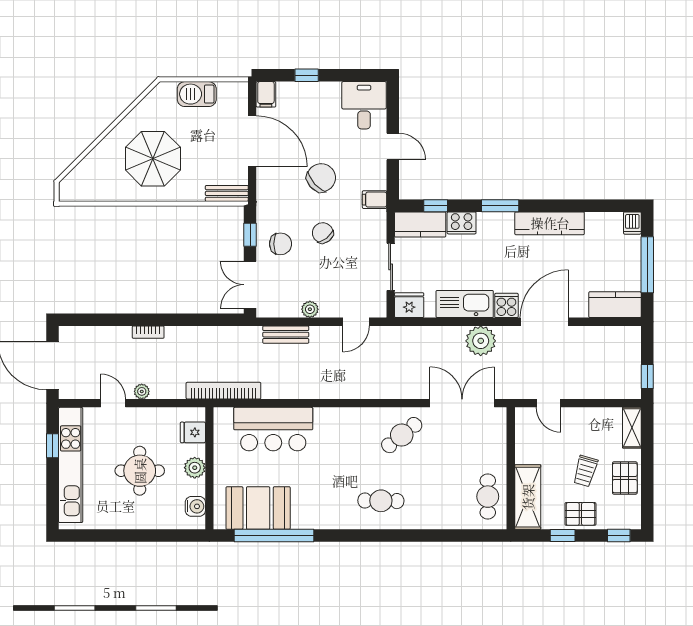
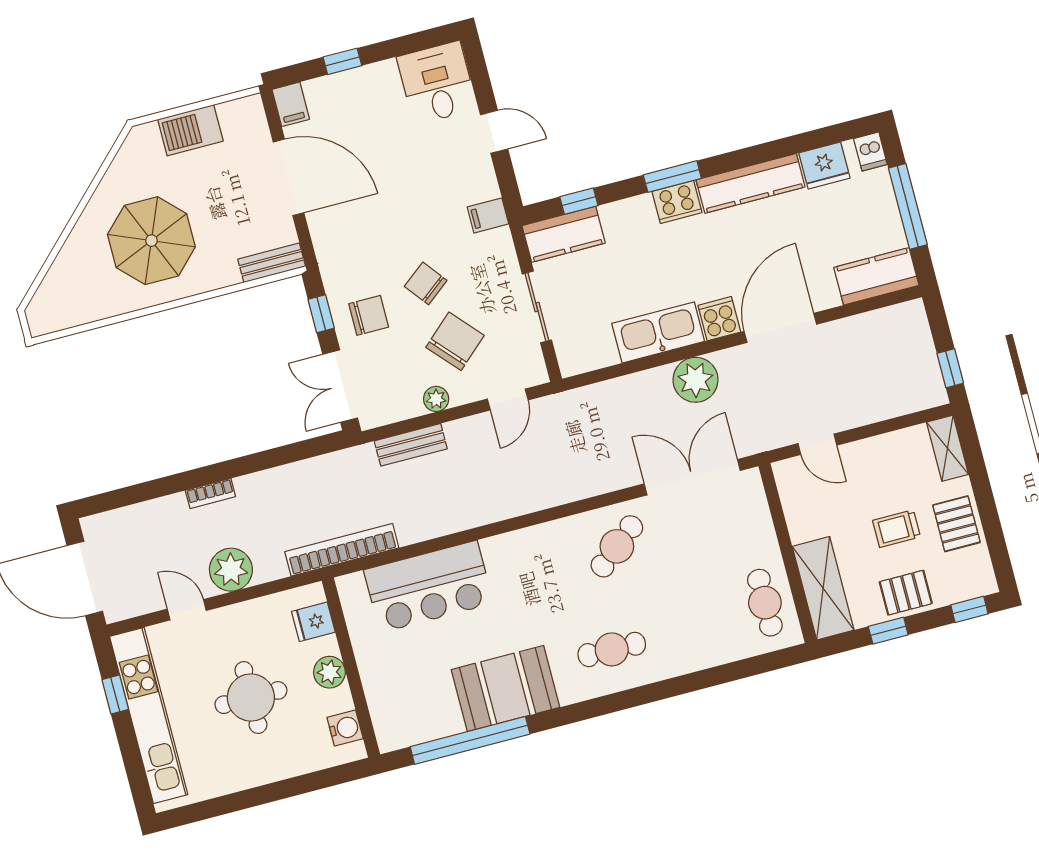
chair: (321, 178) -> (455, 341), moved
cooker: (462, 223) -> (677, 202), moved
fridge: (409, 305) -> (824, 165), moved, turned 180
plant: (142, 391) -> (231, 570), width x1.88, depth x1.88
trolley: (585, 471) -> (897, 529), turned 74
booth: (258, 508) -> (505, 688), moved

